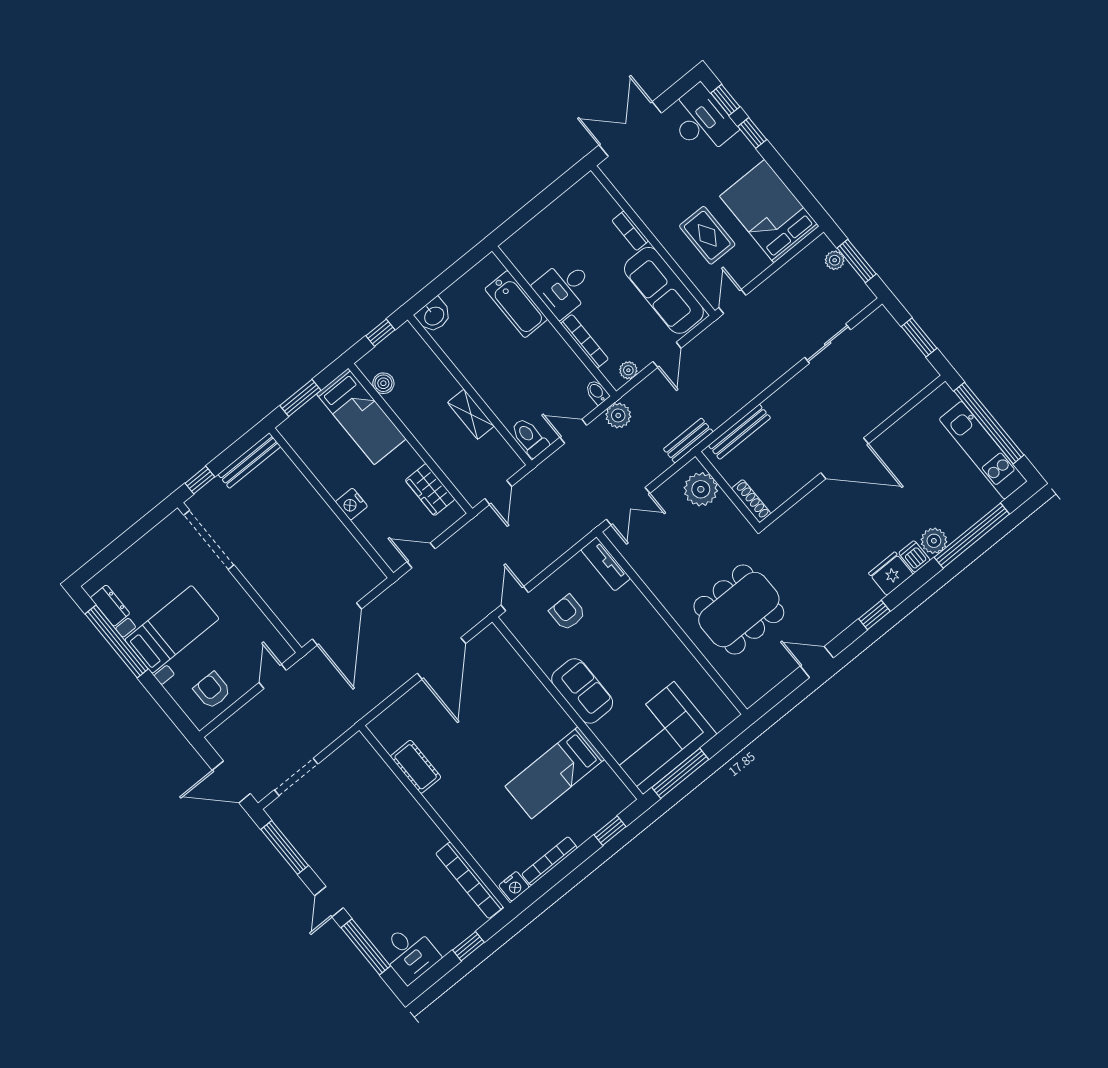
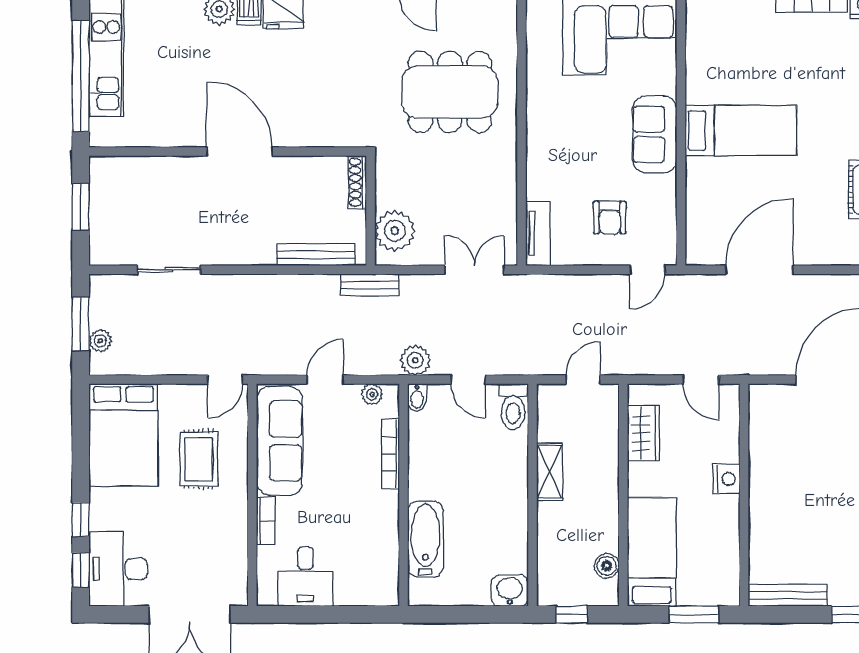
desk: (564, 288) -> (305, 577), moved, turned 90
bed: (555, 773) -> (741, 131), moved

